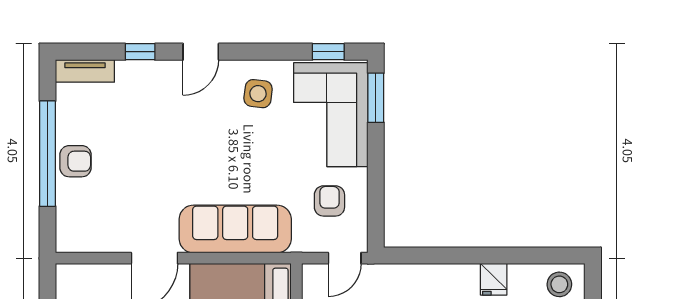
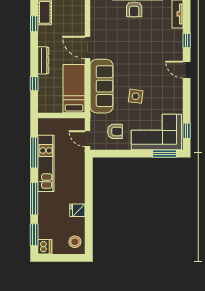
side table: (258, 94) -> (136, 96), moved

